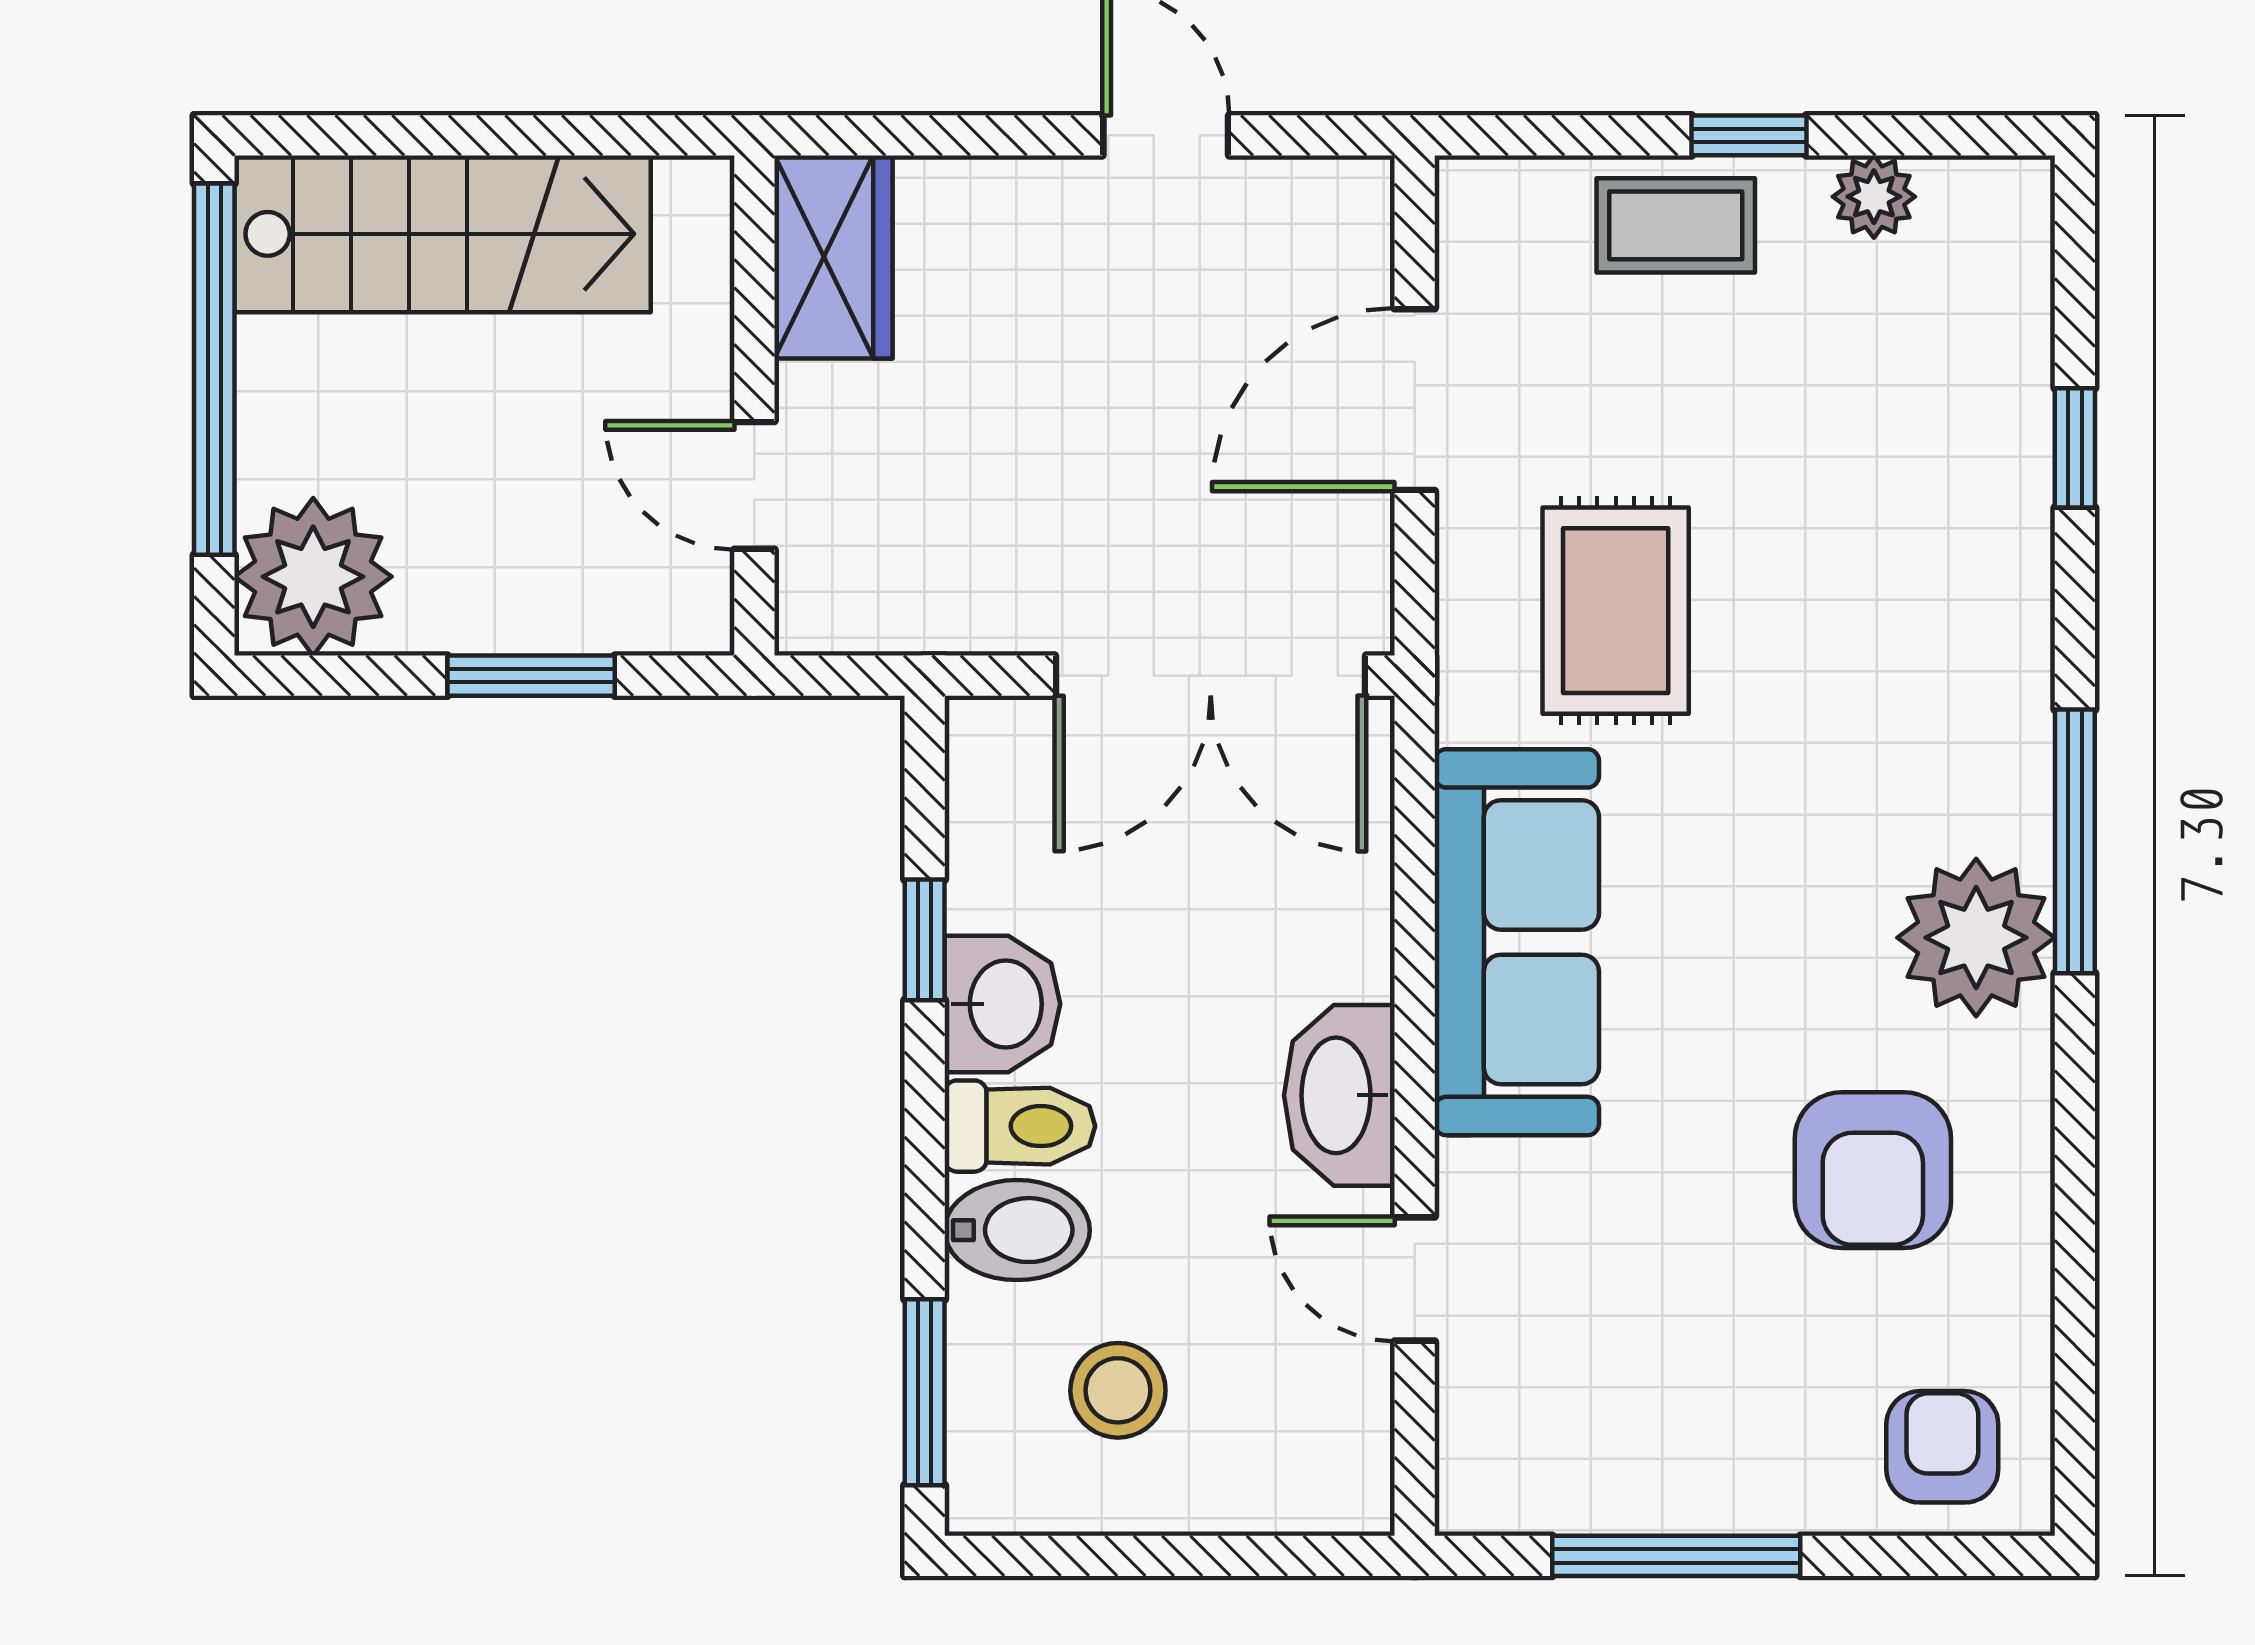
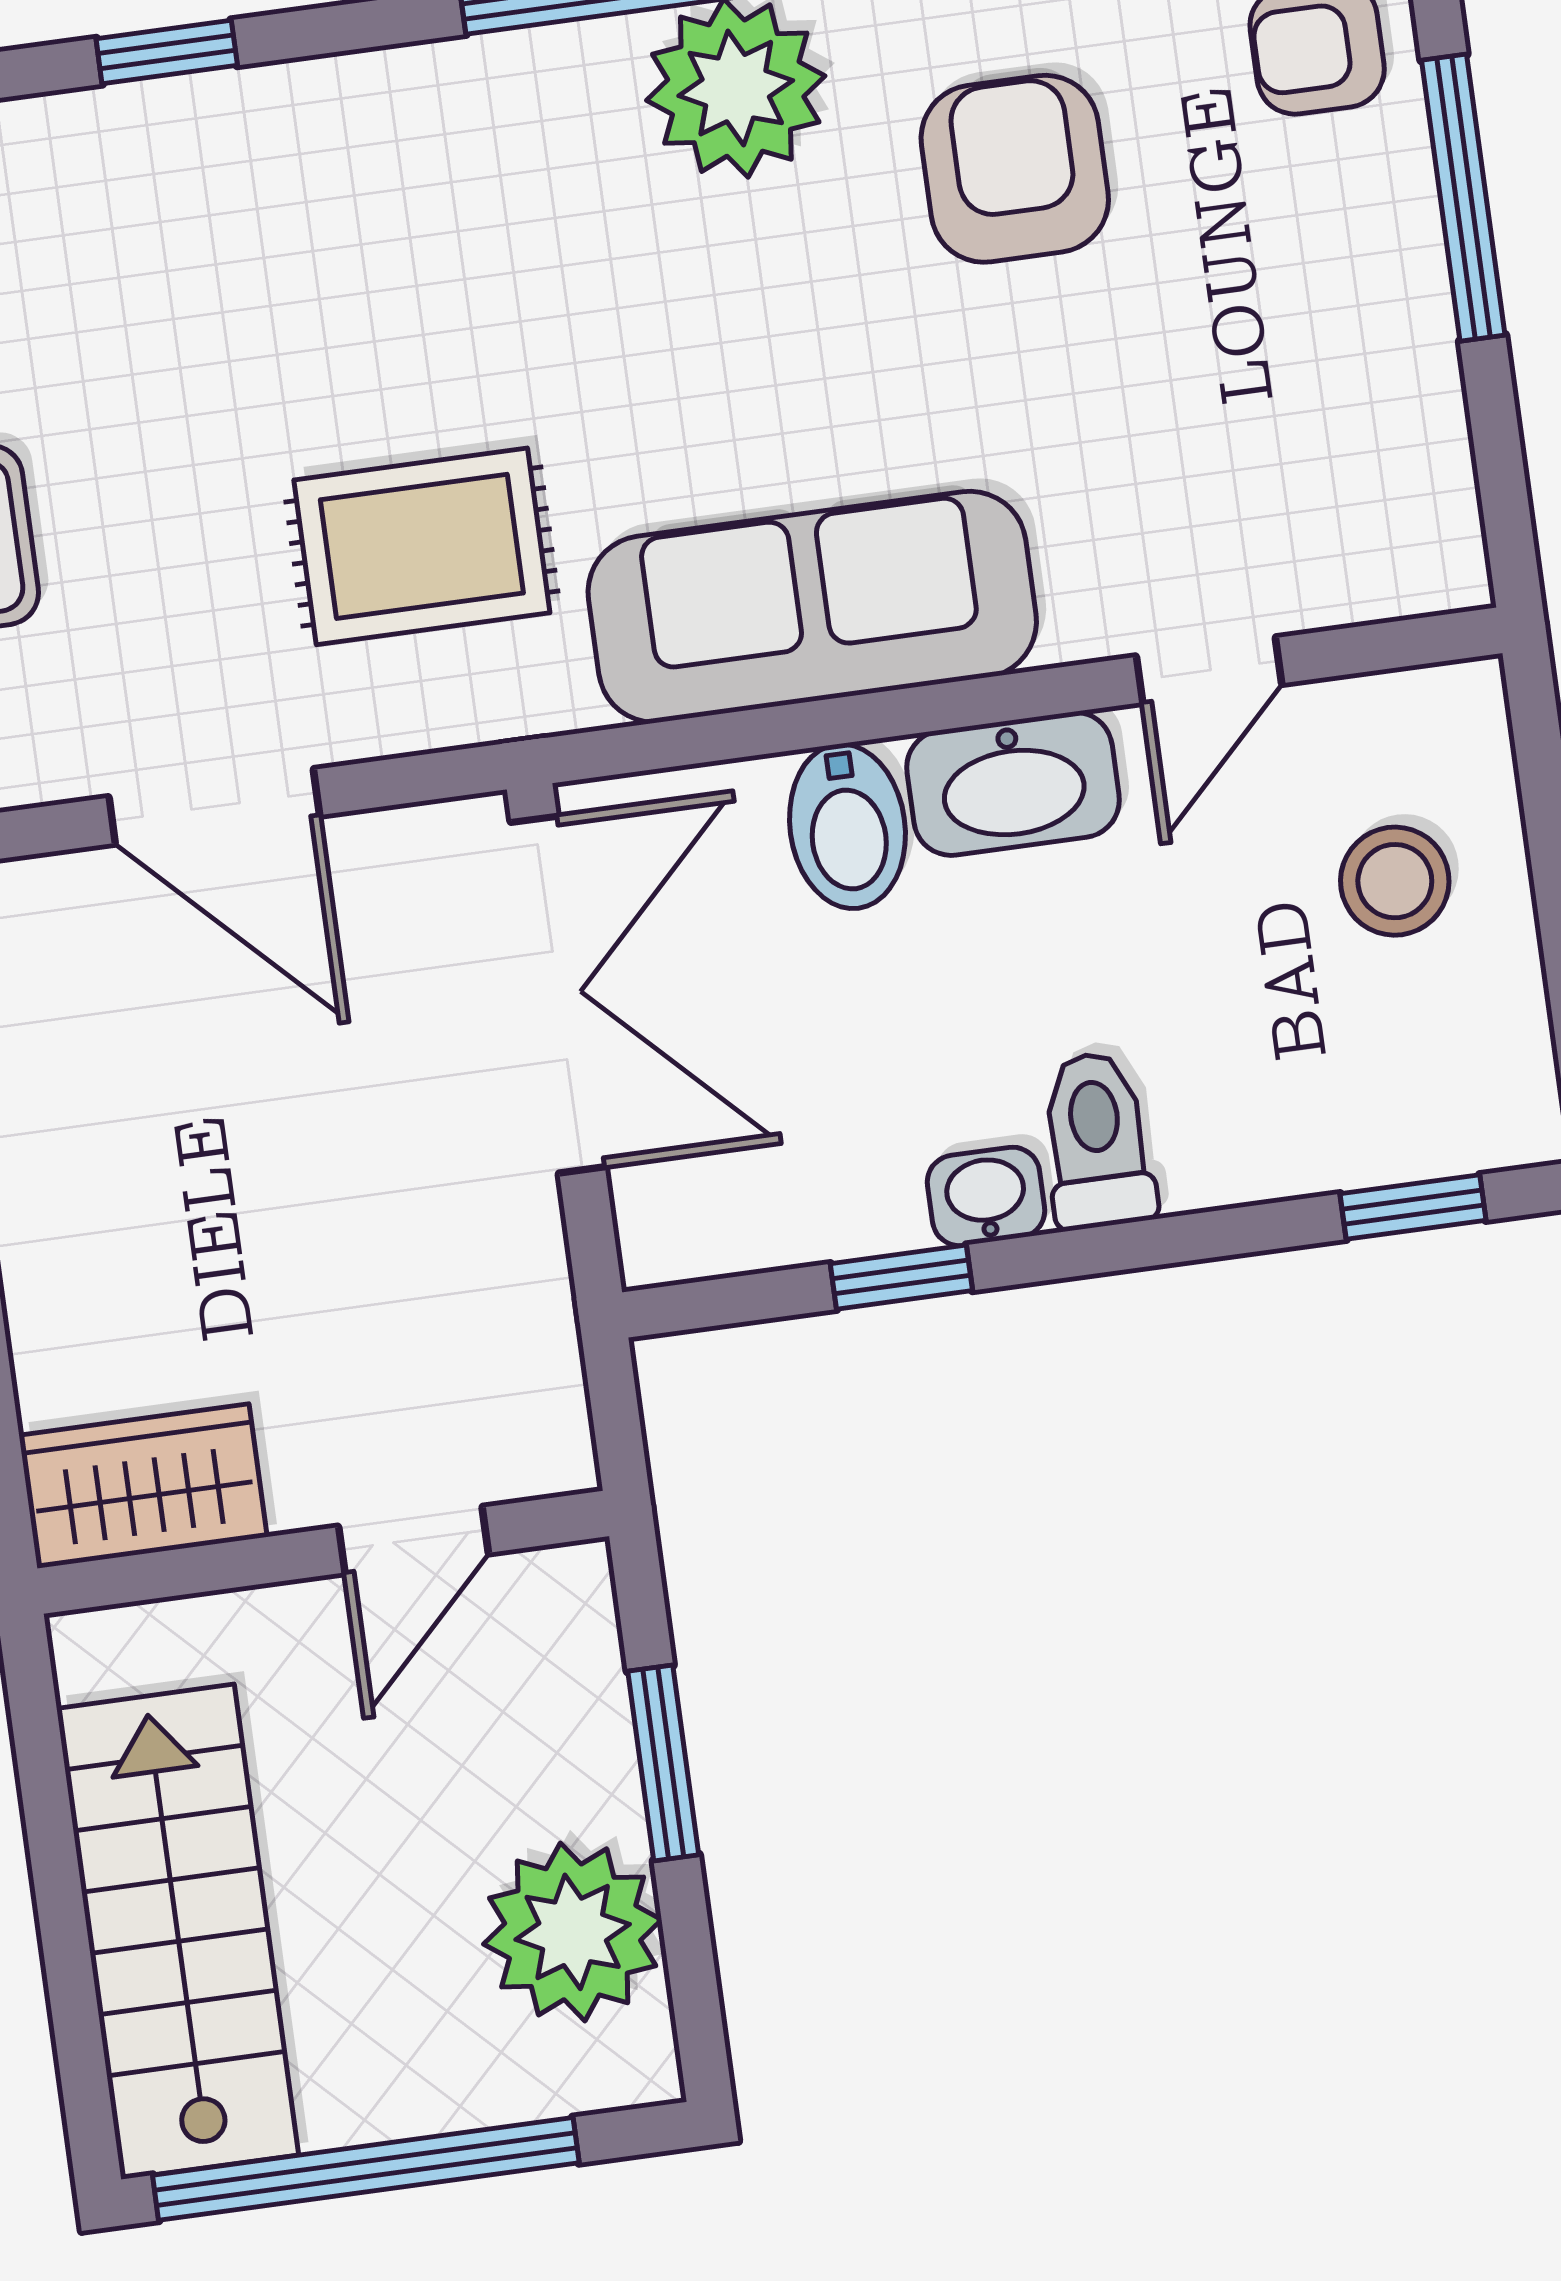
plant: (313, 577) -> (573, 1932), moved
washbasin: (1002, 1004) -> (986, 1196), width x0.72, depth x0.69
armchair: (1873, 1170) -> (1015, 169), turned -90
bidet: (1017, 1230) -> (847, 826), moved, turned 180
stool: (1118, 1390) -> (1395, 881), moved
window: (925, 1392) -> (1413, 1207), width x0.67
window: (1676, 1556) -> (1463, 198), moved

